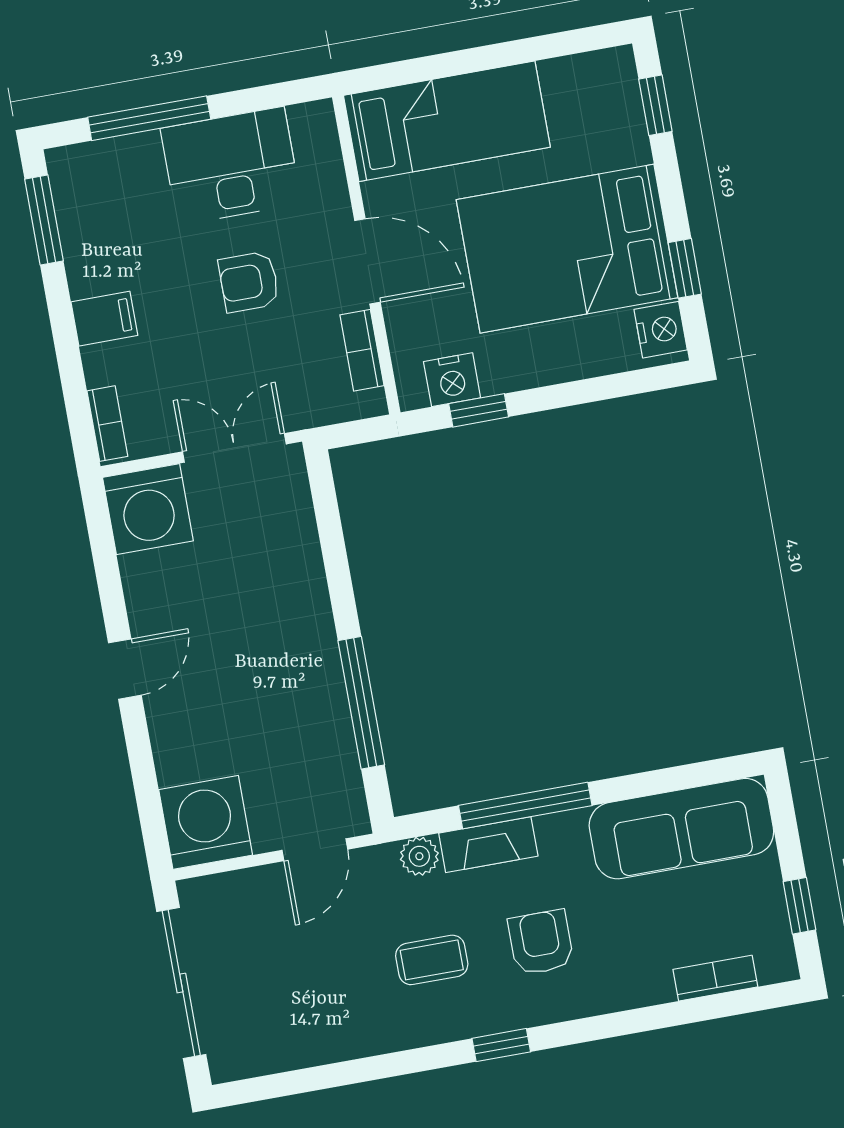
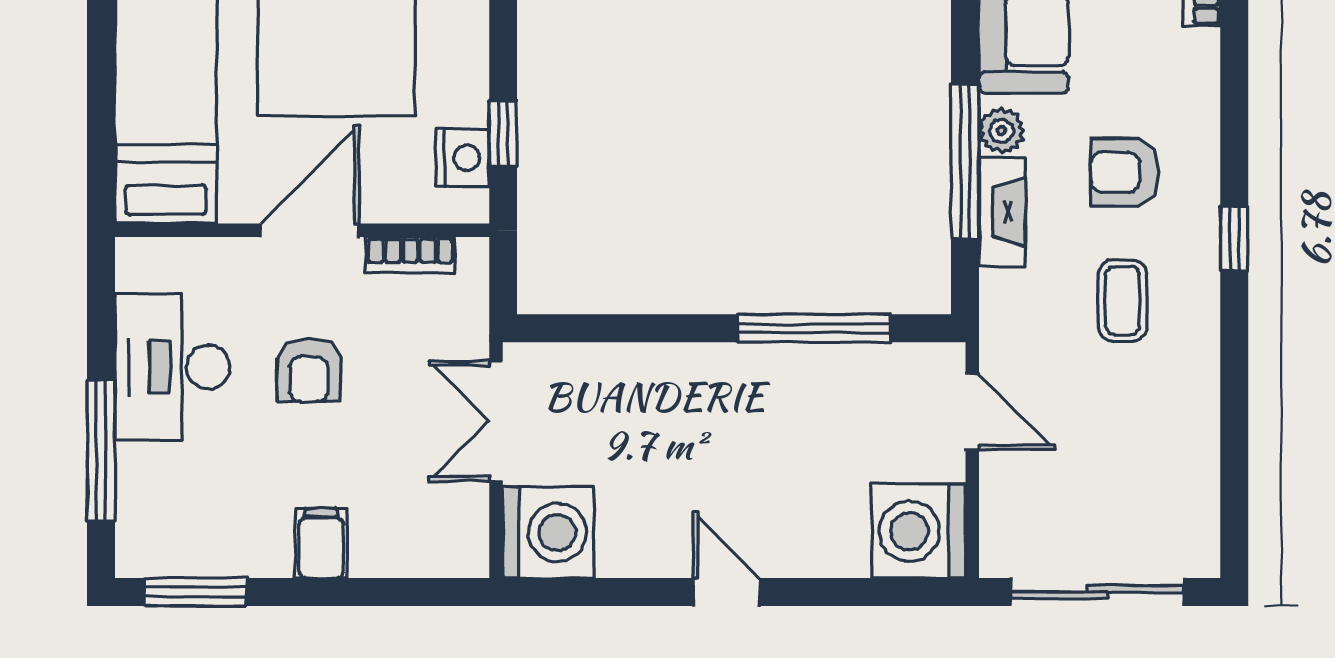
bookcase: (107, 424) -> (442, 561), removed
plant: (419, 856) -> (1001, 131), moved

